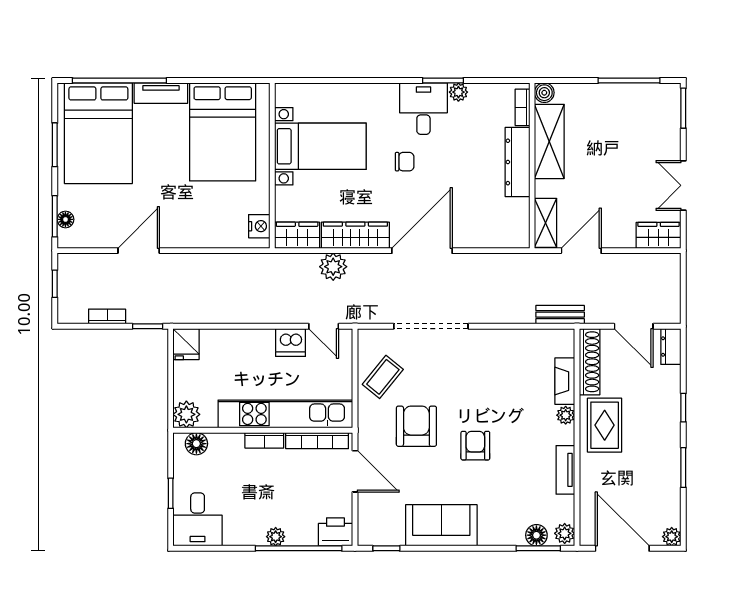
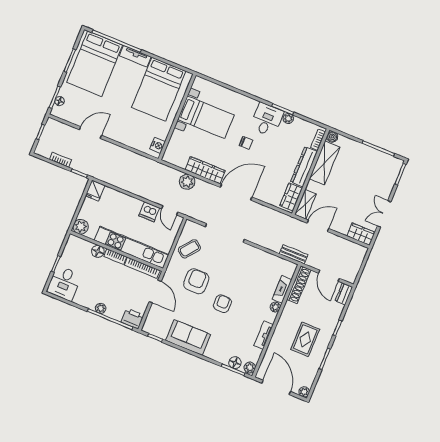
wardrobe: (297, 235) -> (291, 197), moved, turned -90
rug: (605, 425) -> (305, 339), moved
floor lamp: (196, 444) -> (98, 251), moved

